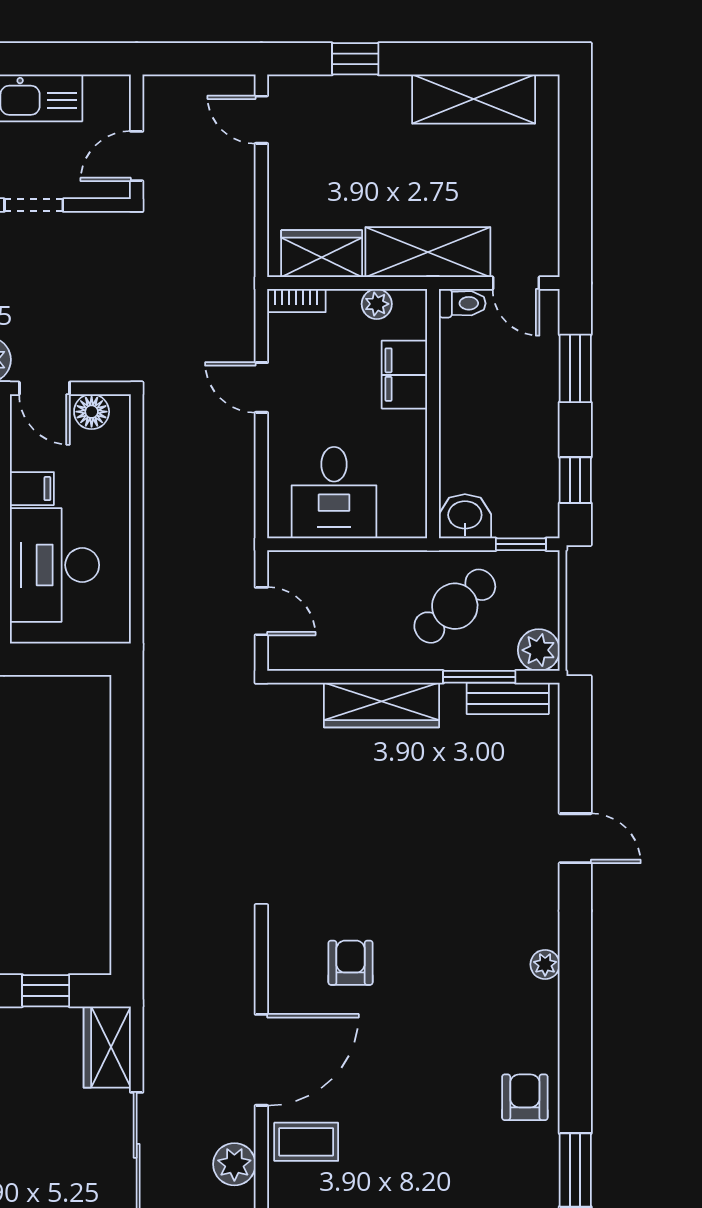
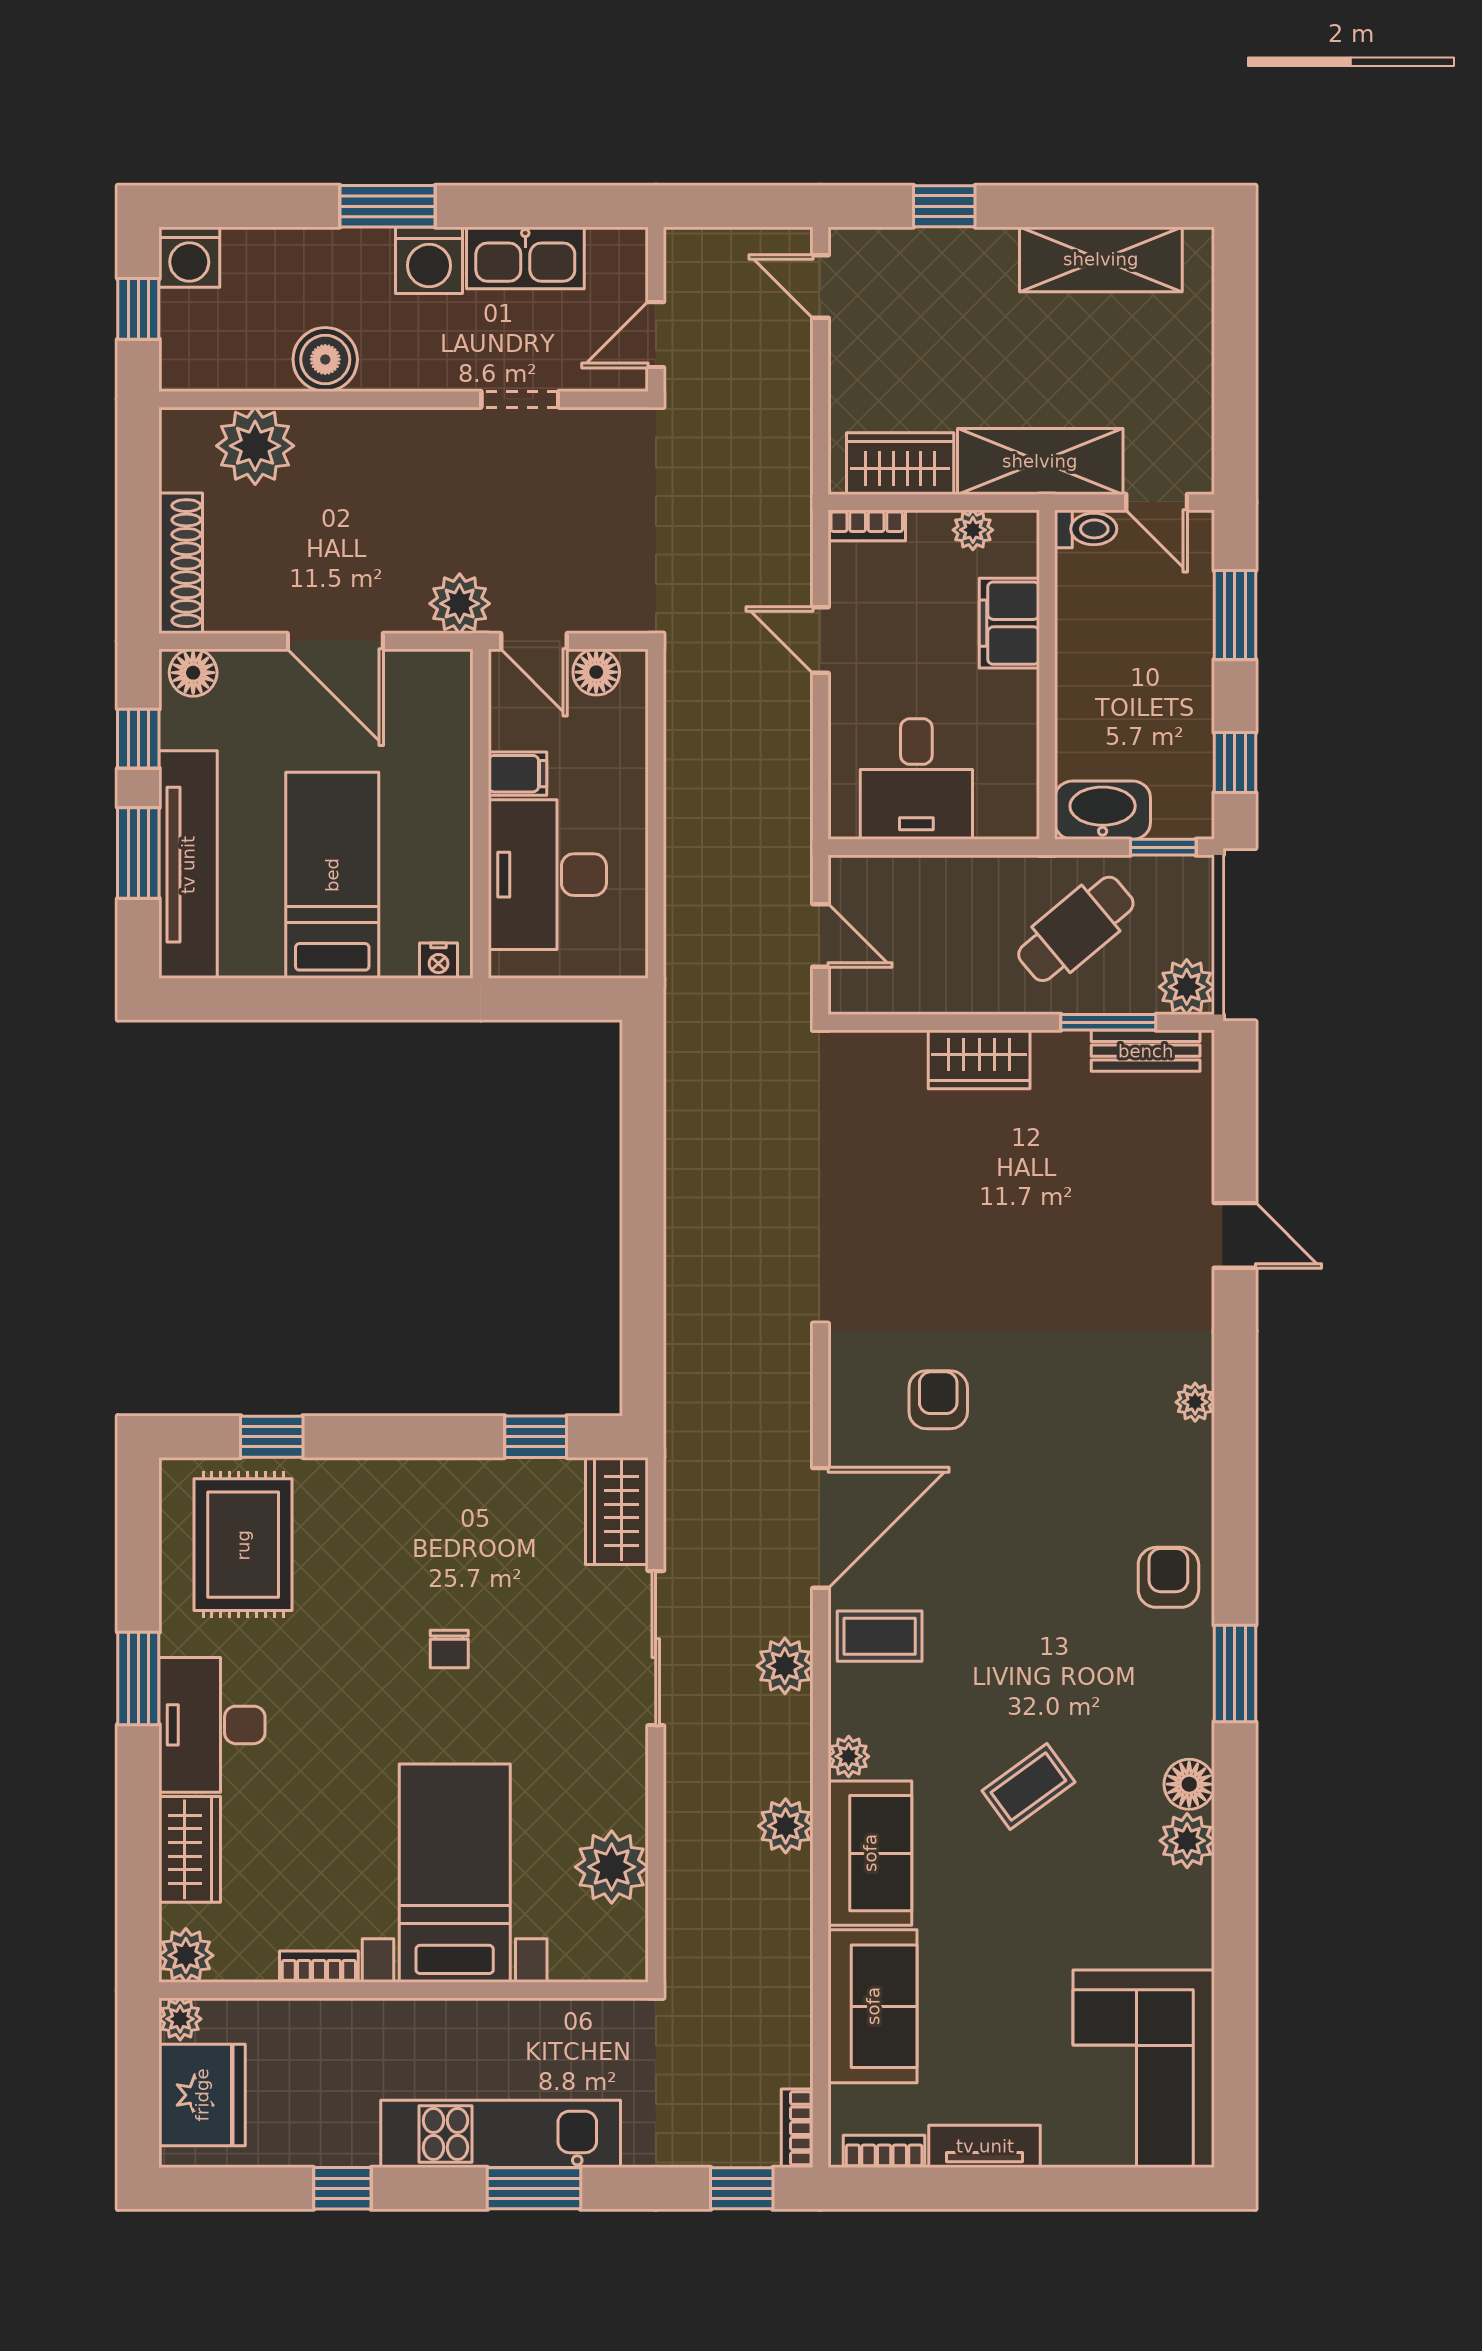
washbasin: (465, 516) -> (1103, 810), width x1.38
wardrobe: (381, 705) -> (979, 1059), width x0.67

